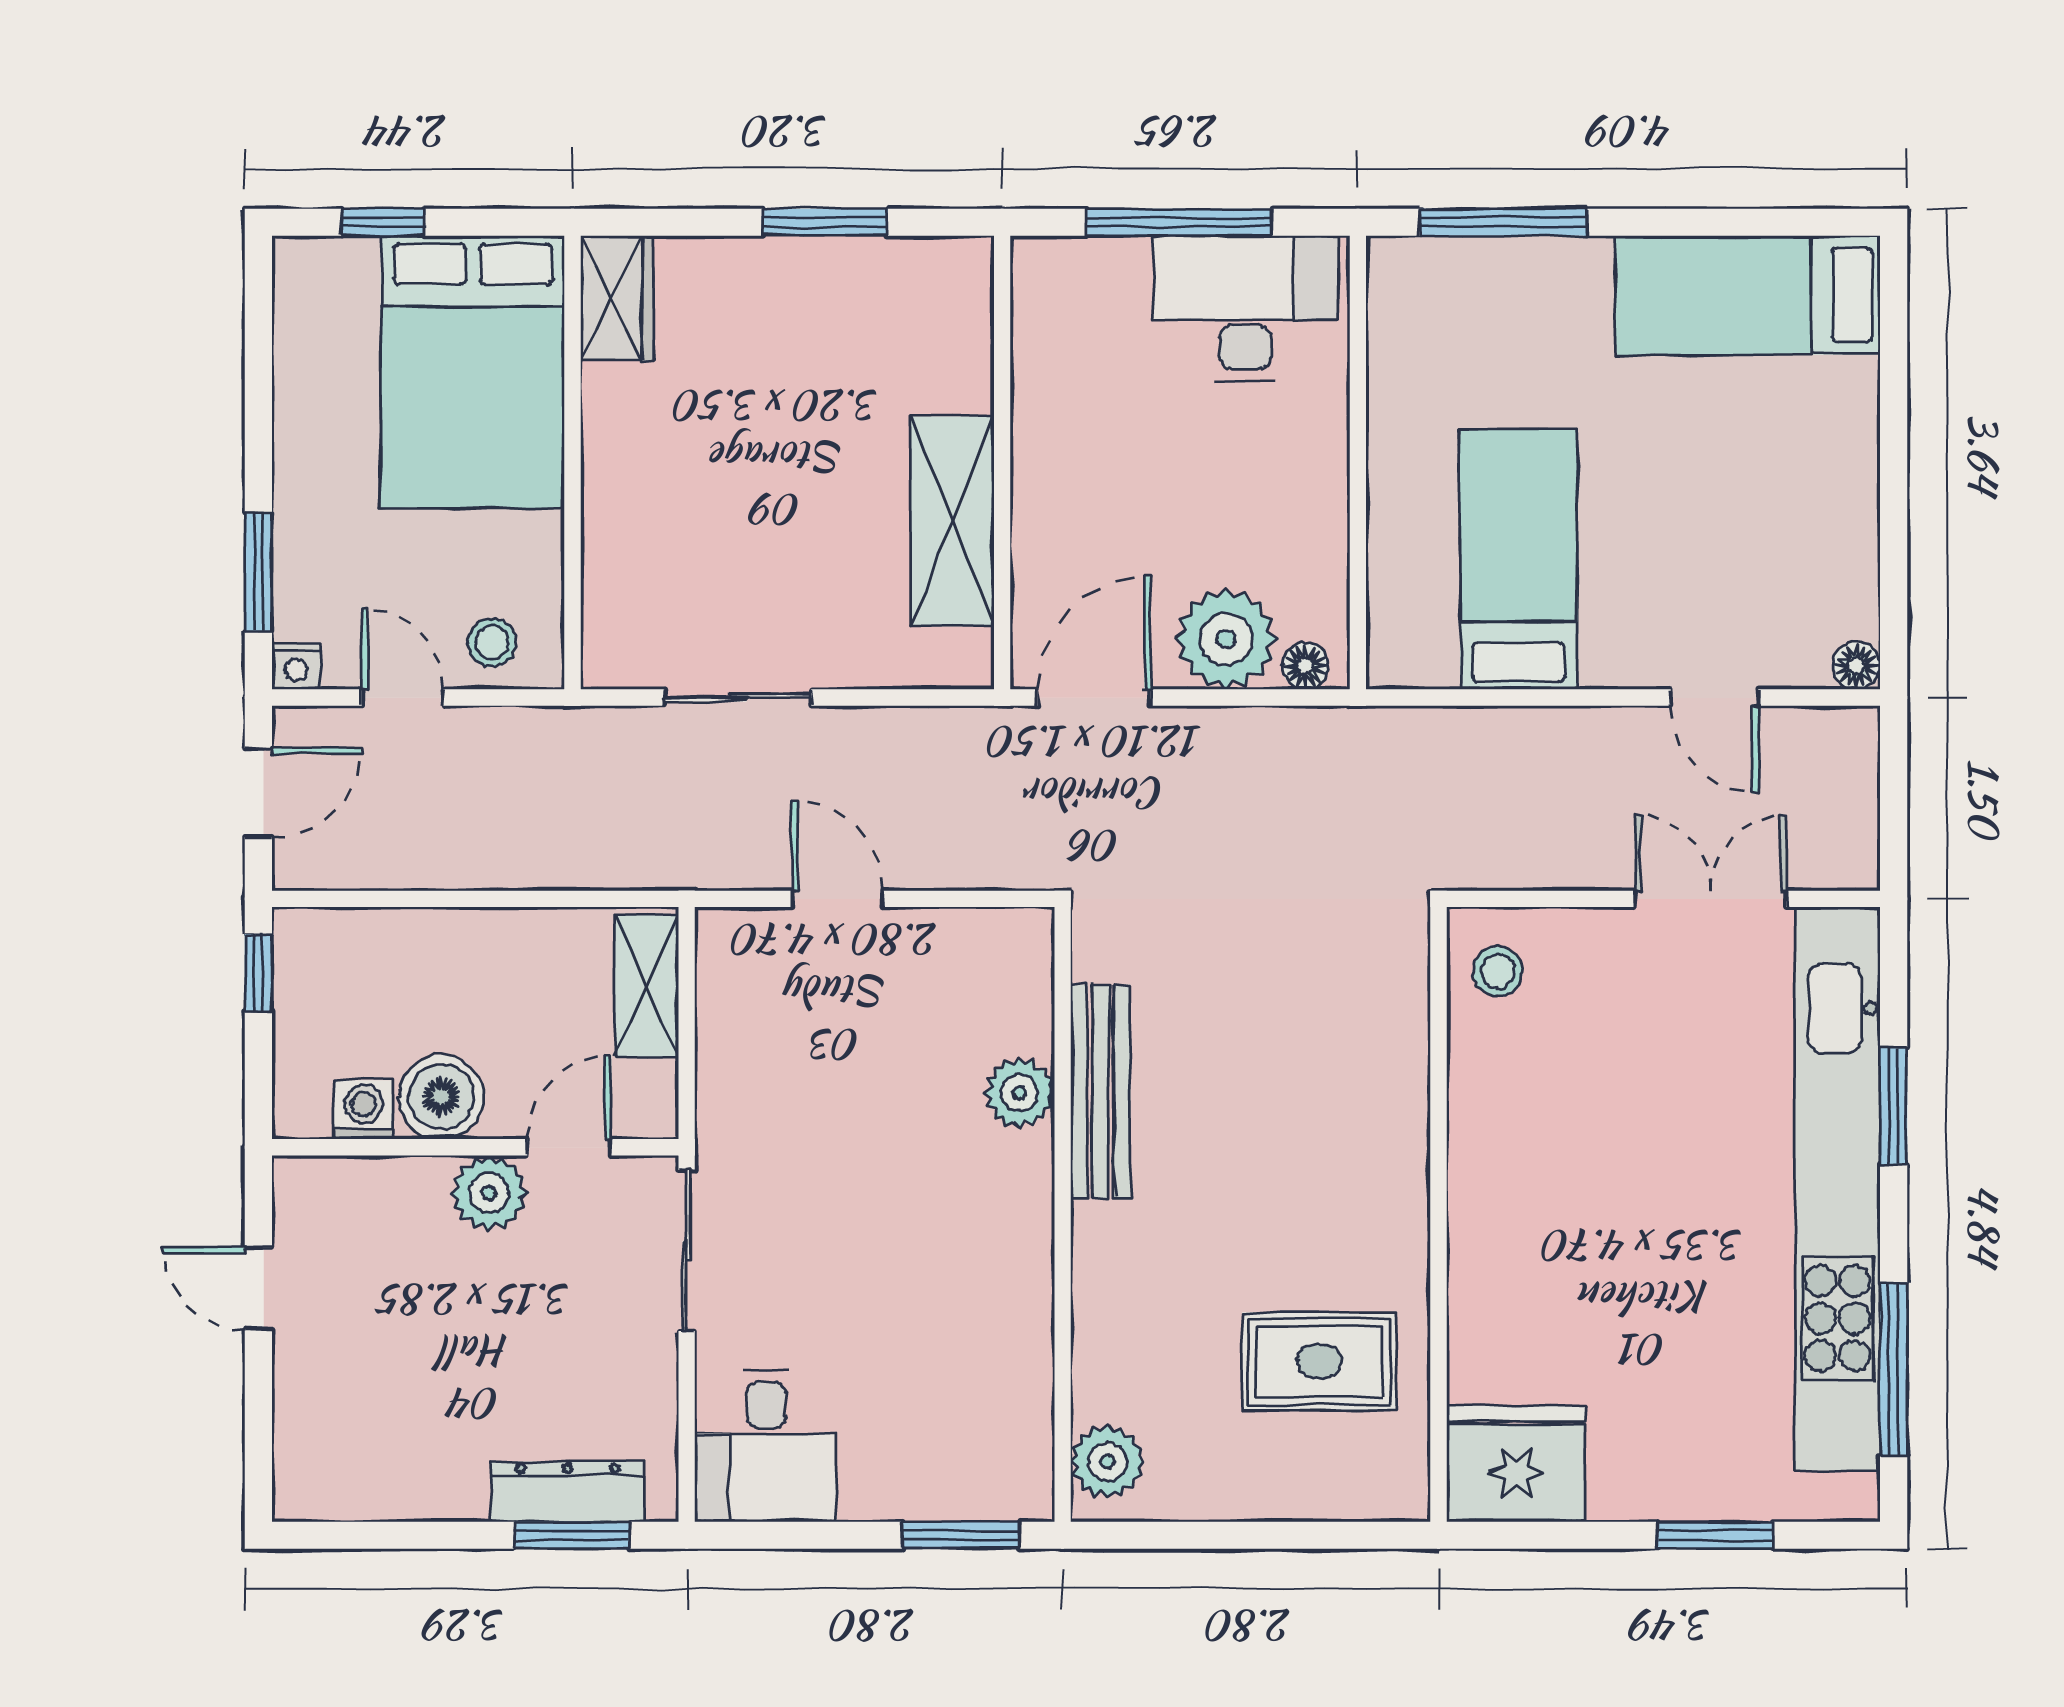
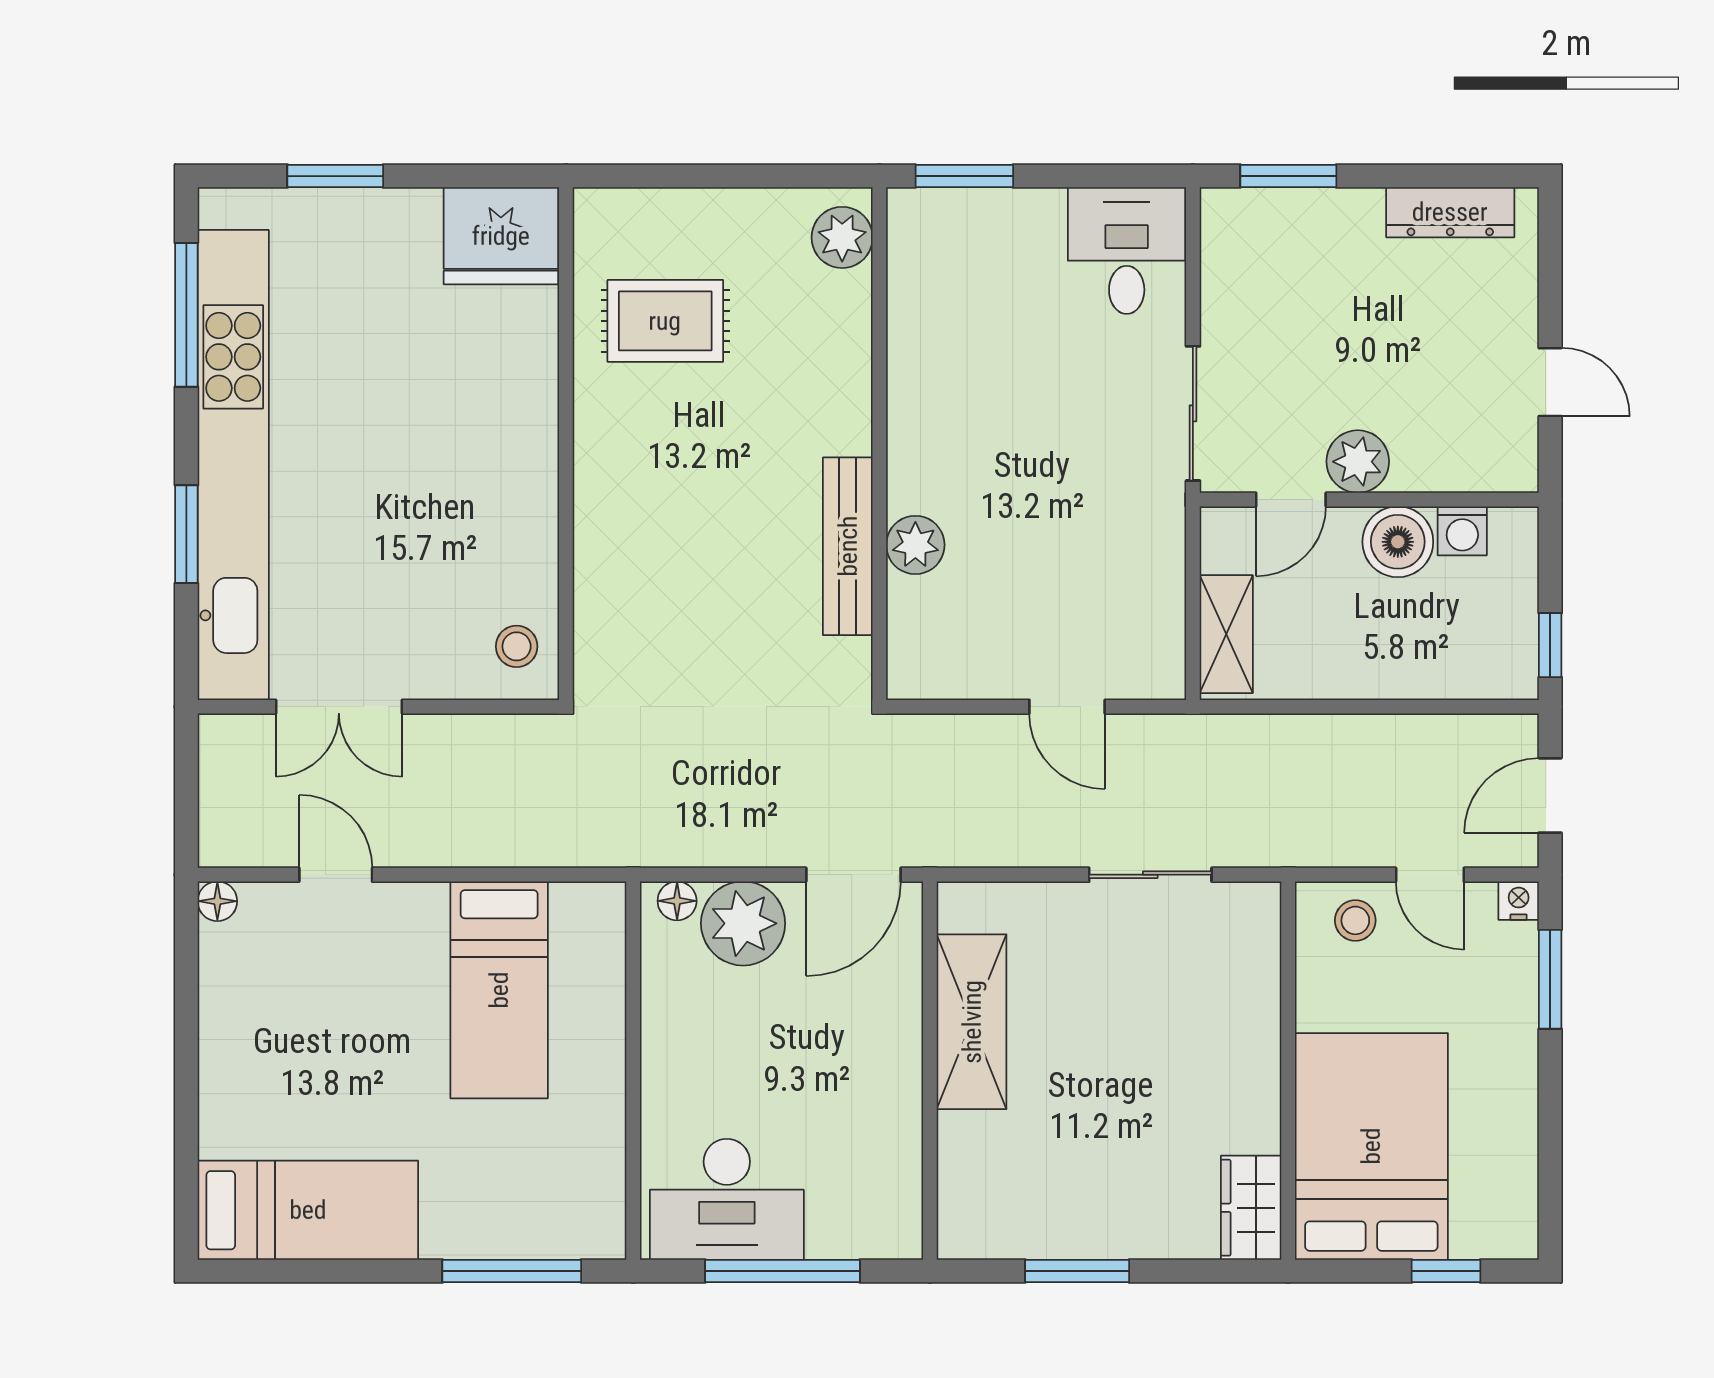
dresser: (568, 1492) -> (1450, 212), moved

